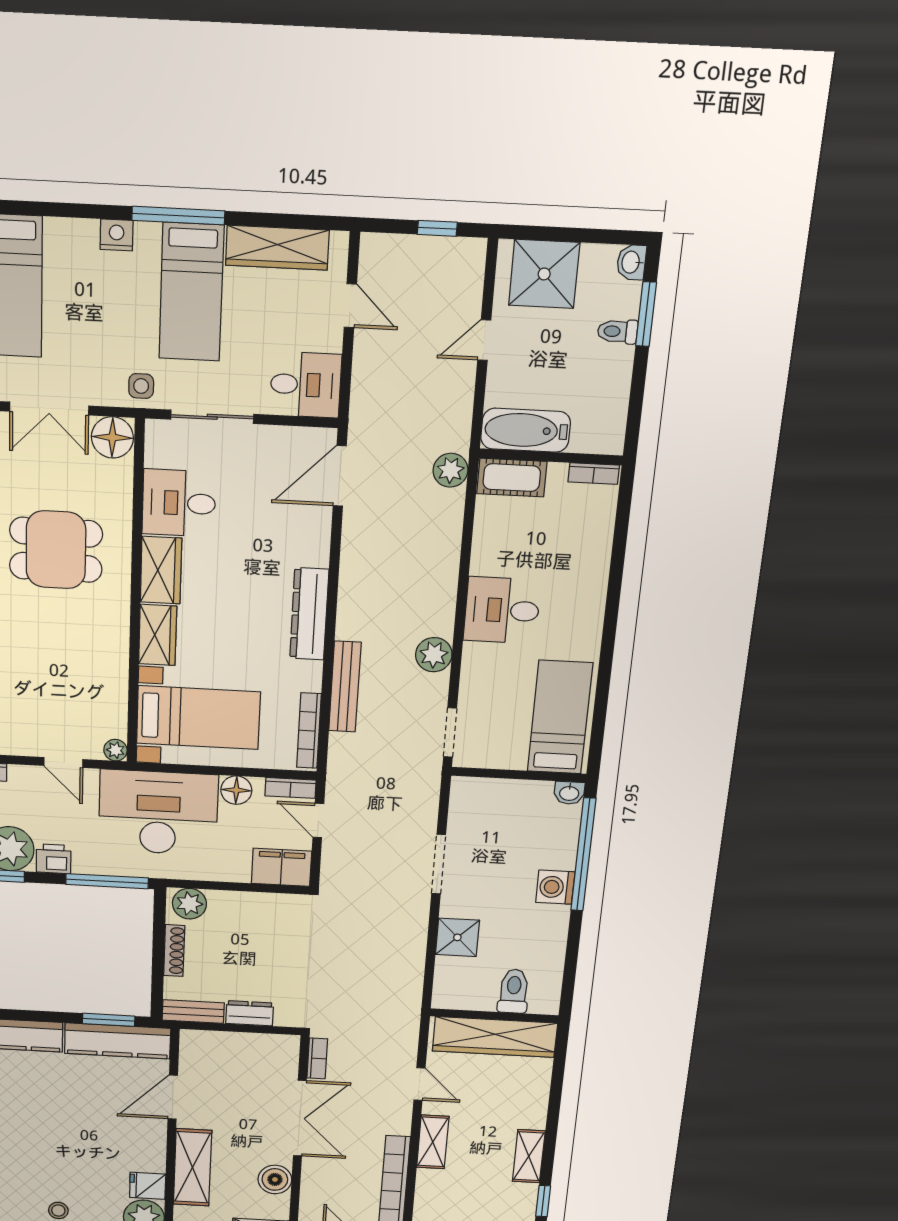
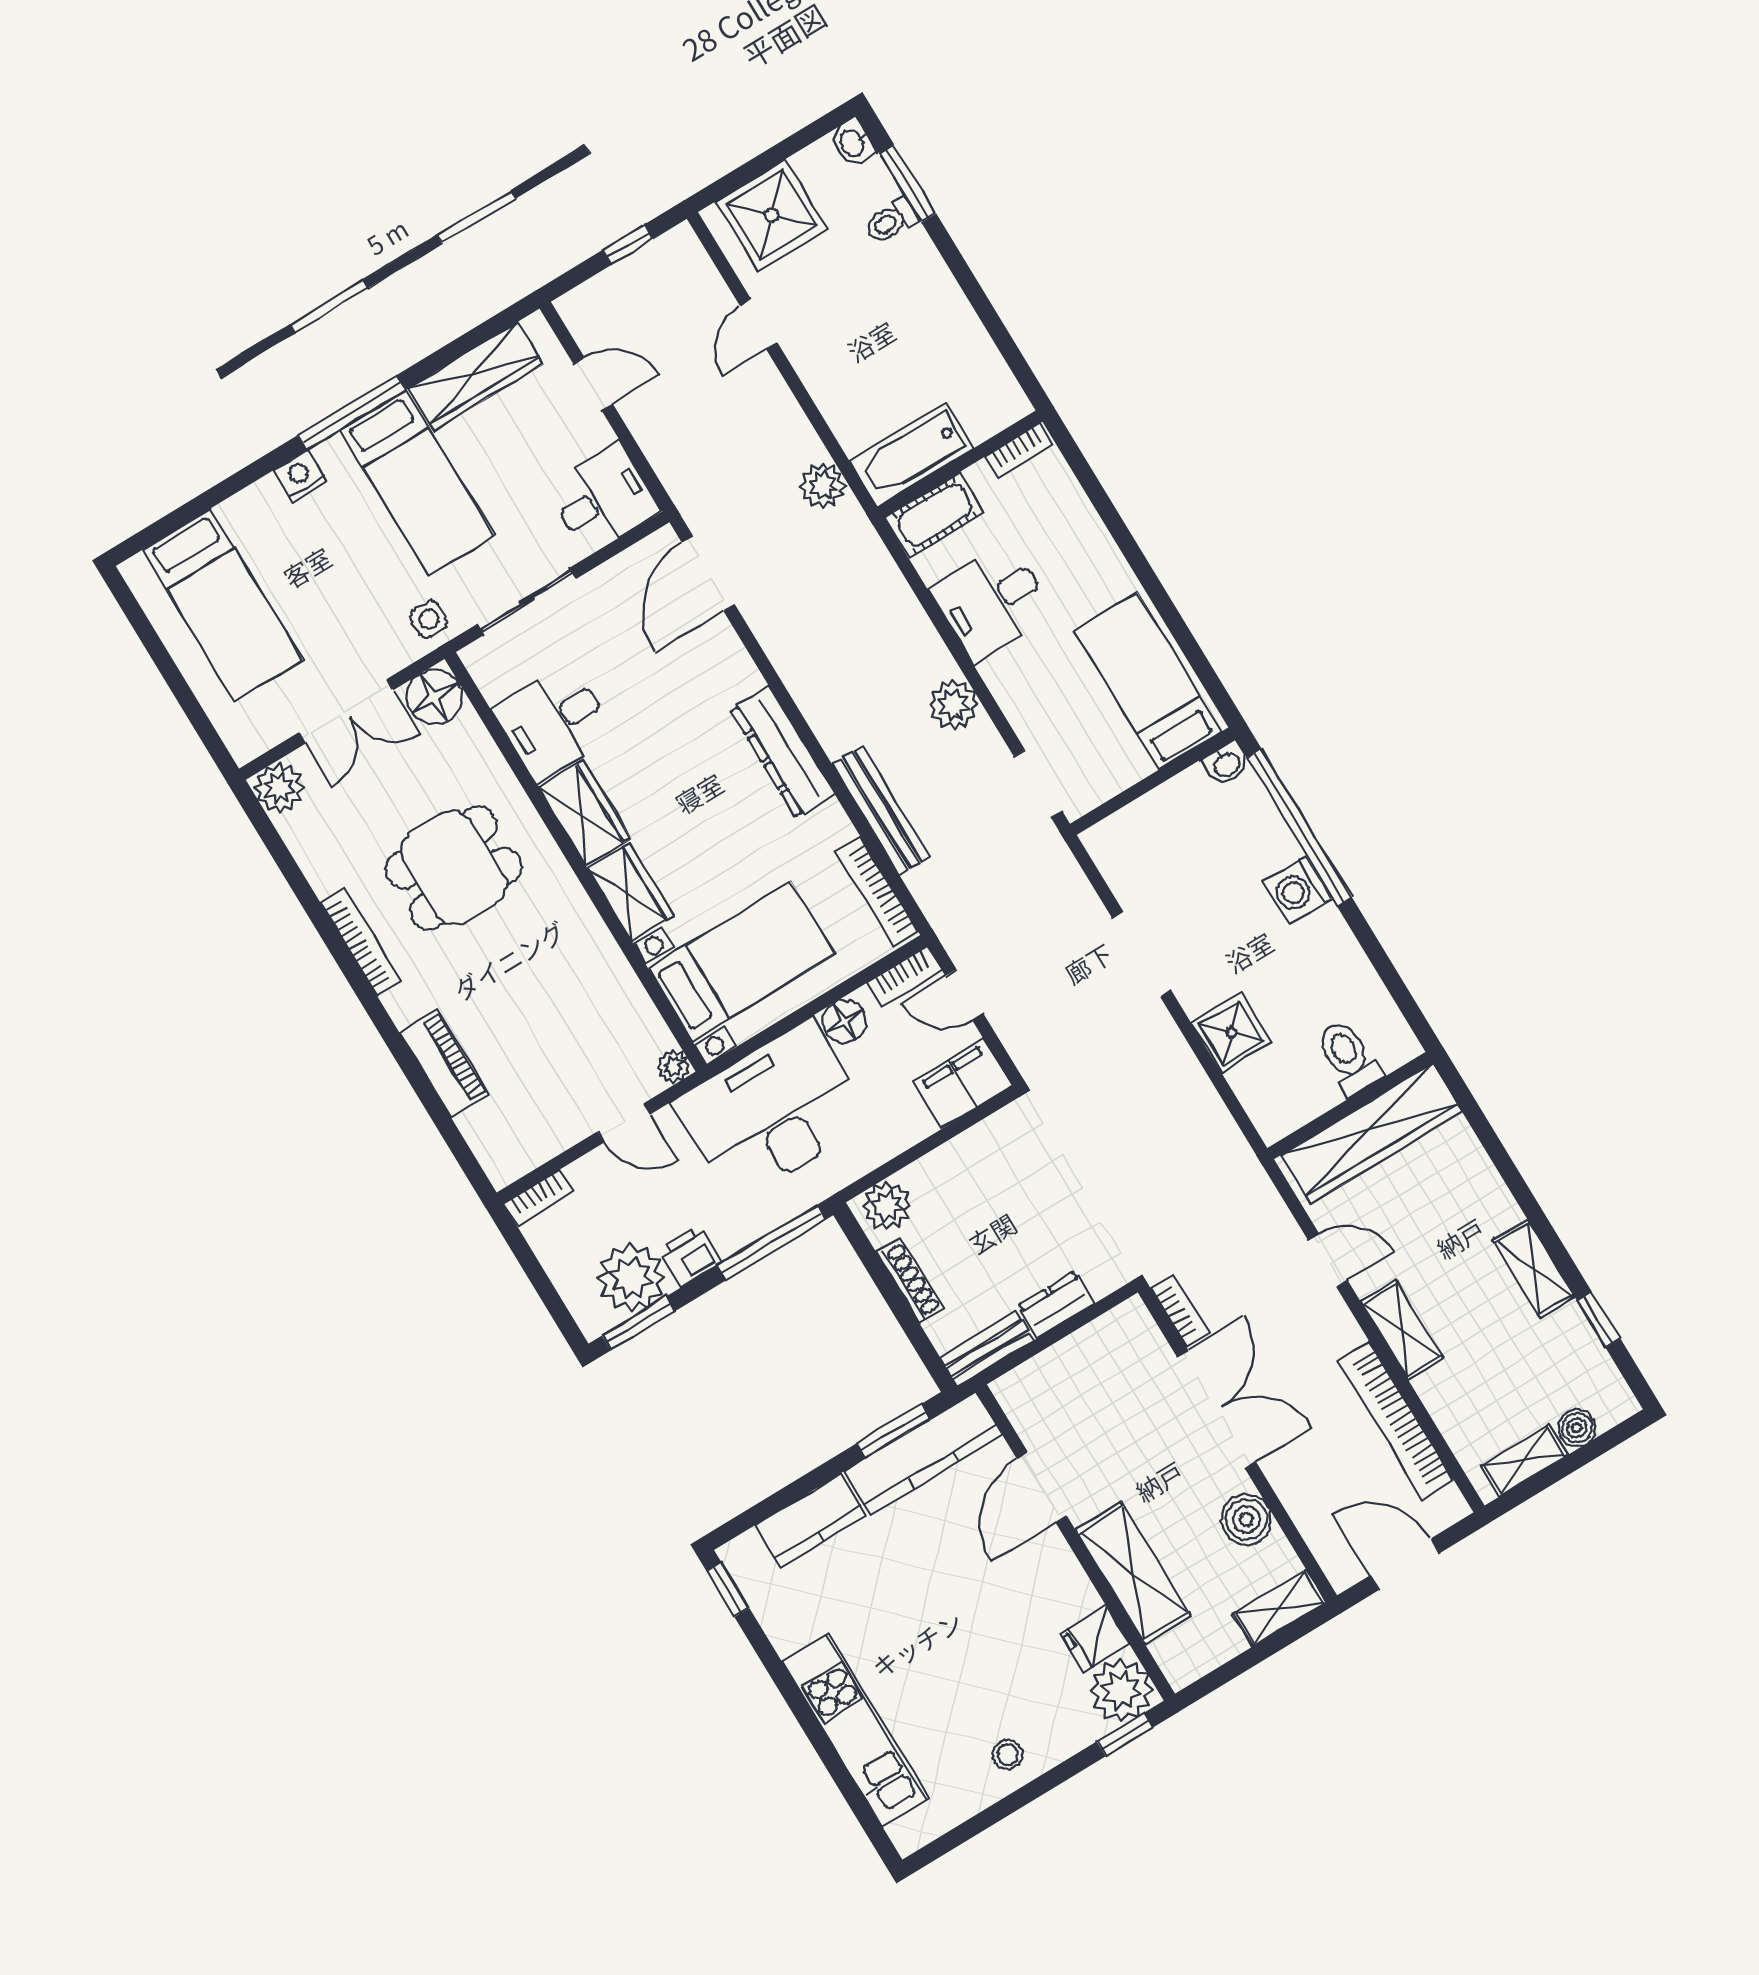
bathtub: (526, 430) -> (912, 455), moved
wall: (551, 457) -> (960, 464), moved
bookcase: (594, 474) -> (1019, 451), moved
cot: (512, 478) -> (935, 515), moved

